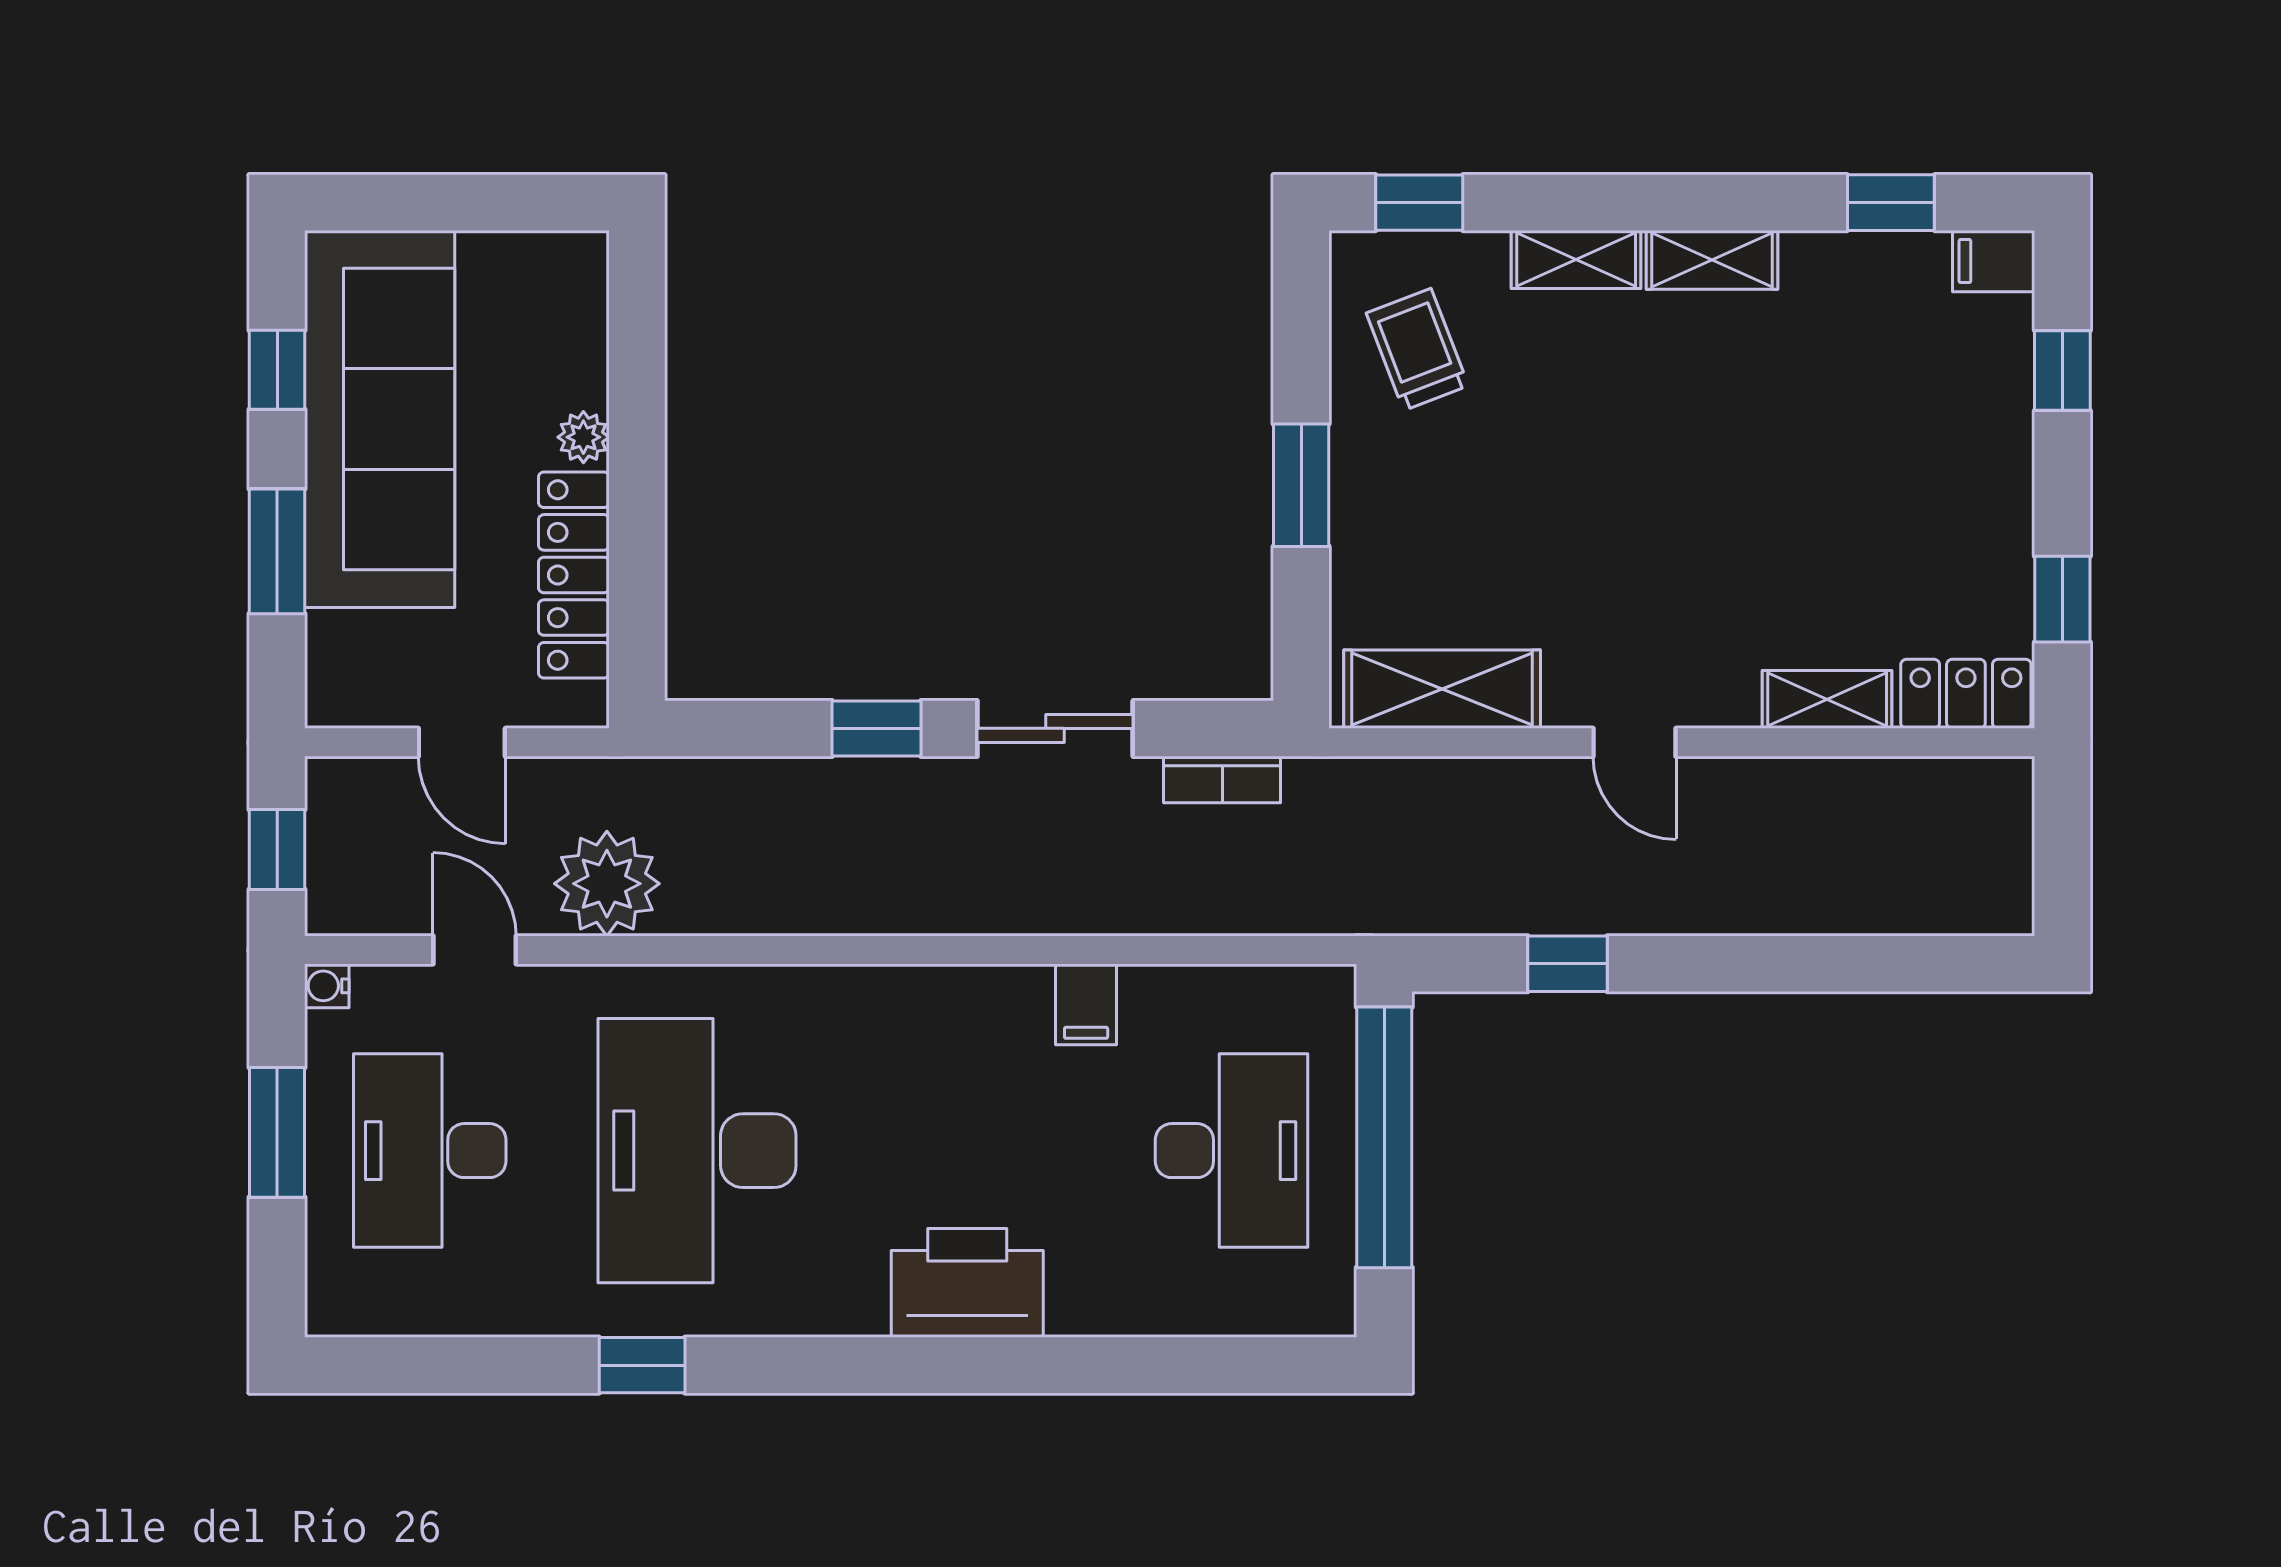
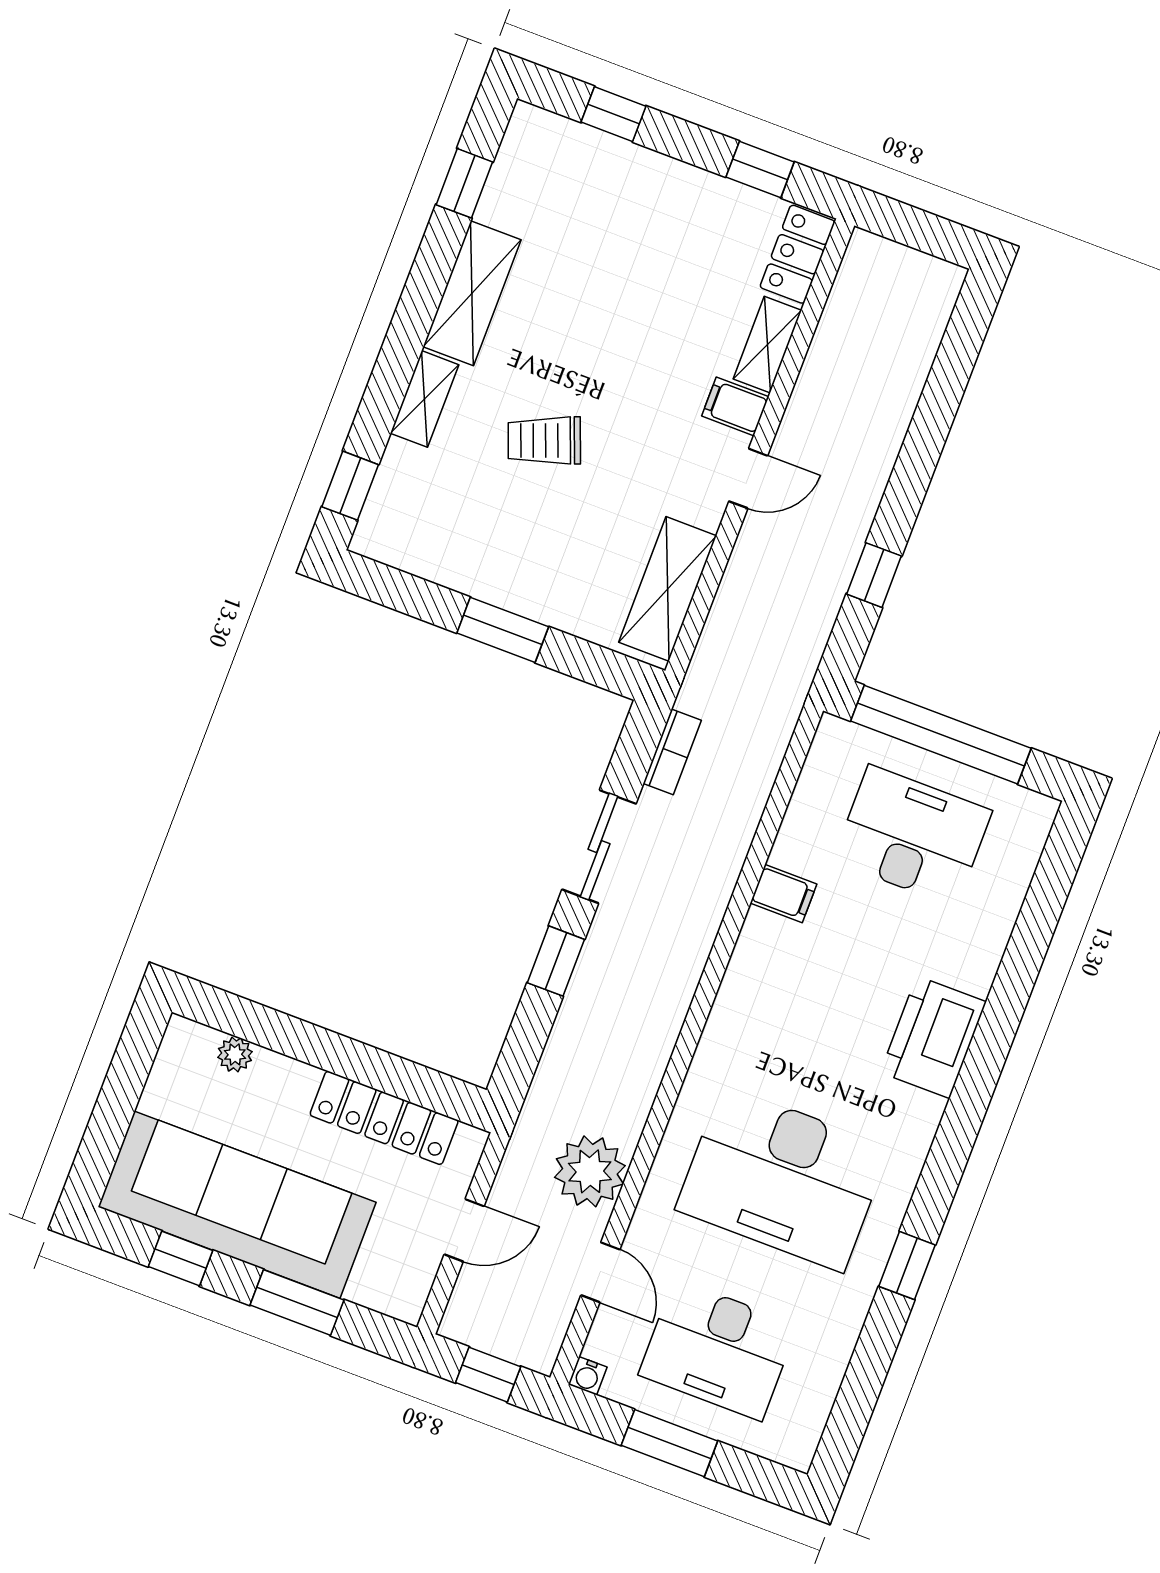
shelving: (1712, 260) -> (472, 293), width x1.50, depth x1.33
filing cabinet: (1994, 261) -> (735, 406), moved, turned 90
trolley: (1417, 349) -> (544, 440), moved
plant: (583, 437) -> (235, 1054), moved
door: (475, 950) -> (600, 1272), swing flipped

